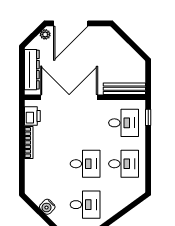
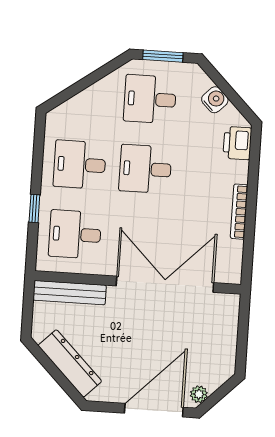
dresser: (32, 70) -> (70, 363), moved, turned 135
double door: (69, 97) -> (165, 284), swing flipped
printer: (32, 116) -> (237, 143), moved
window: (148, 117) -> (34, 209), moved

